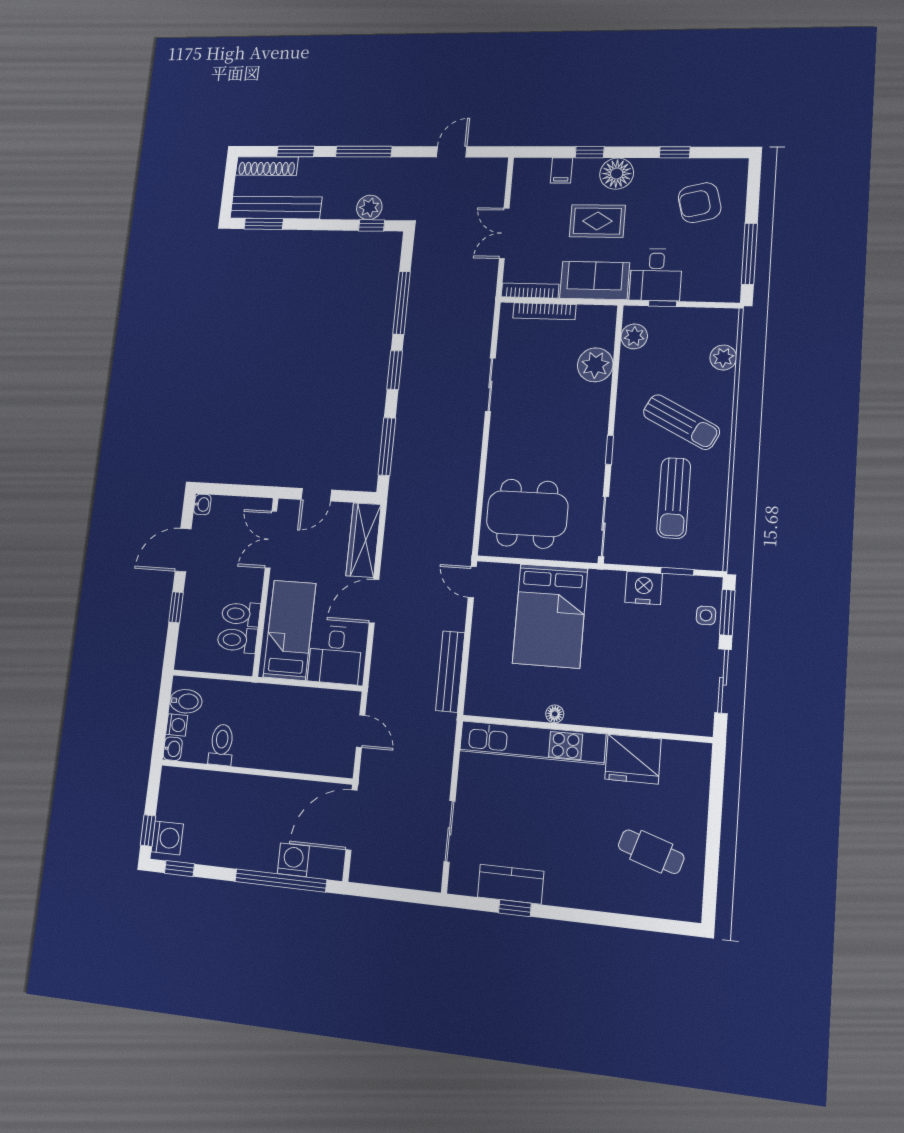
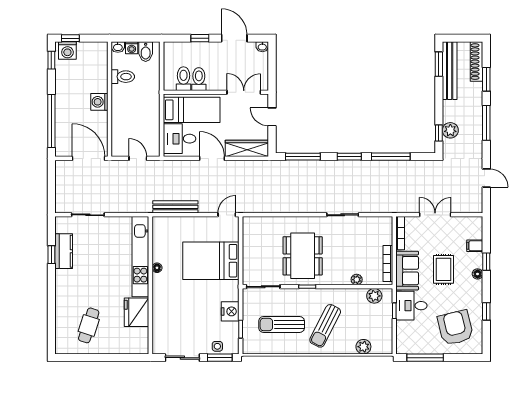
floor lamp: (617, 174) -> (478, 274), width x0.53, depth x0.53
armchair: (700, 203) -> (455, 328), width x1.36, depth x1.36
bookcase: (544, 311) -> (388, 264), moved
plant: (595, 365) -> (357, 280), width x0.53, depth x0.53
dining table: (527, 514) -> (303, 256), moved
door: (361, 731) -> (138, 158), swing flipped
washing machine: (293, 860) -> (99, 102), moved, turned 180

